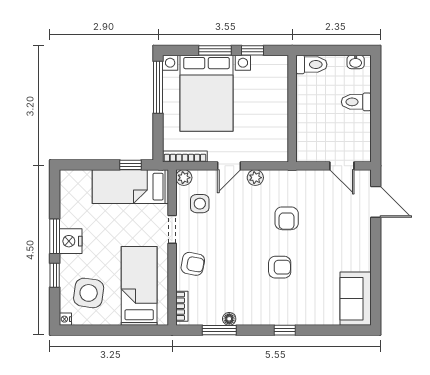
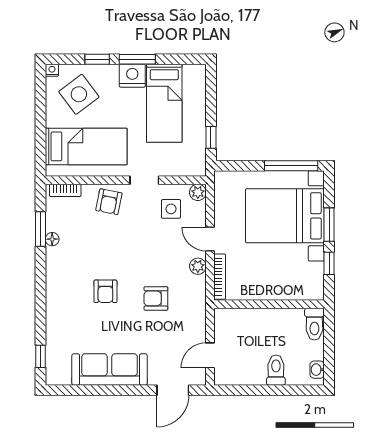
bookcase: (185, 156) -> (220, 277), moved
bed: (130, 187) -> (164, 103), moved, turned 180
side table: (89, 293) -> (79, 94), turned 45
sofa: (356, 299) -> (110, 370), moved, width x1.36
window: (285, 330) -> (41, 356), moved

